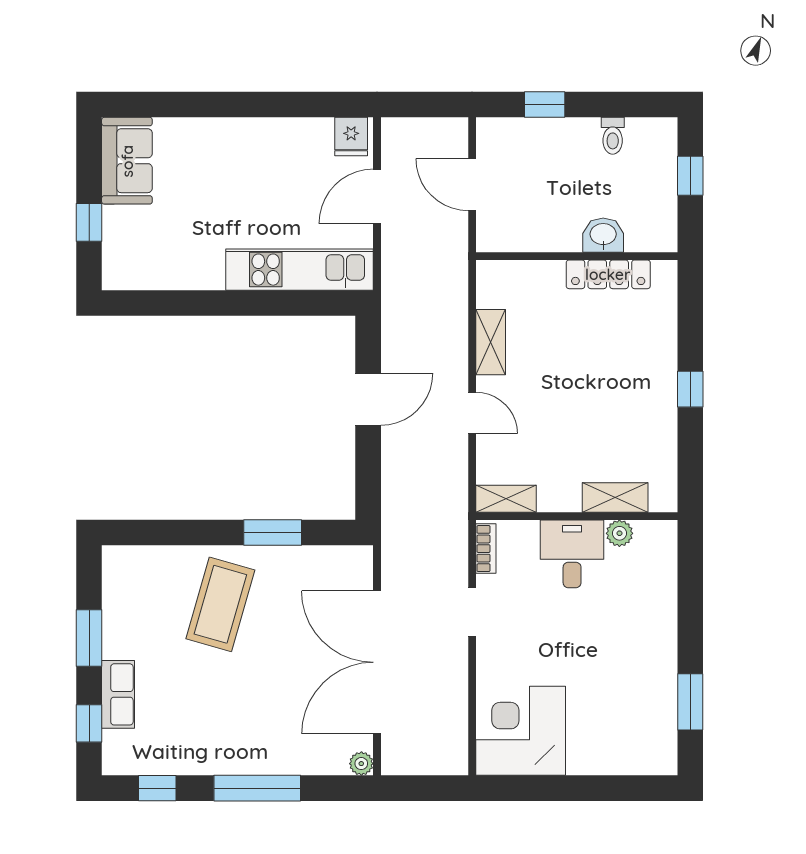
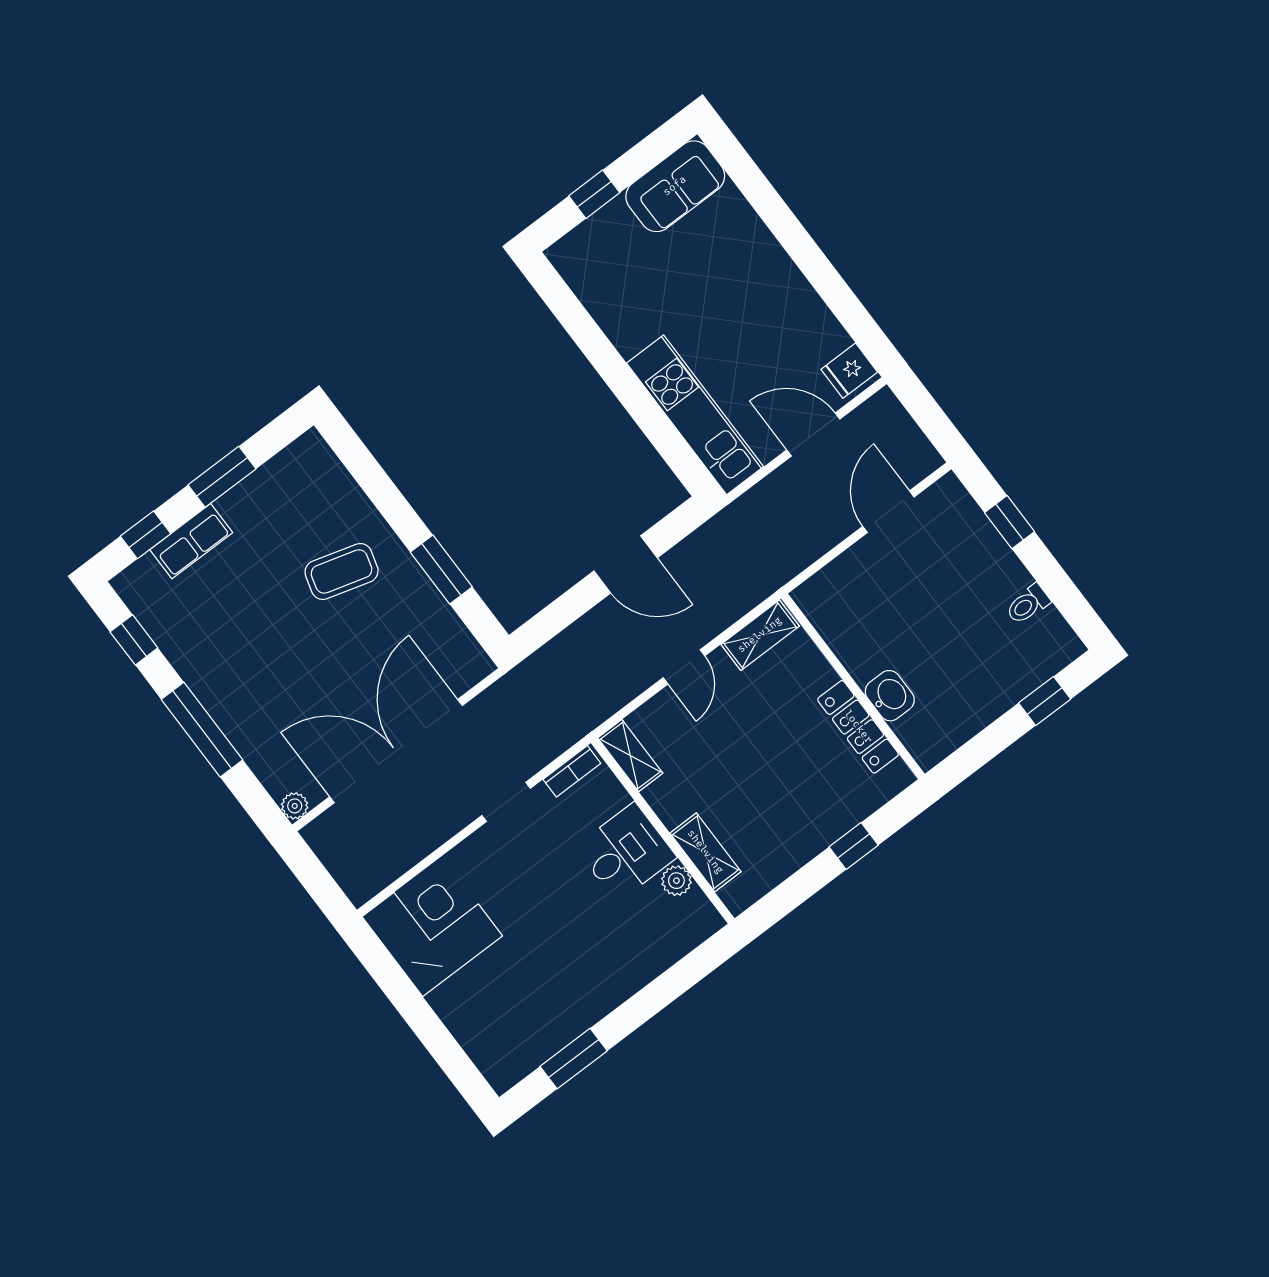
washbasin: (603, 235) -> (890, 696), moved
wall: (577, 256) -> (853, 686), moved
locker: (608, 274) -> (858, 727), moved
coffee table: (220, 604) -> (342, 571), width x0.73, depth x0.76

